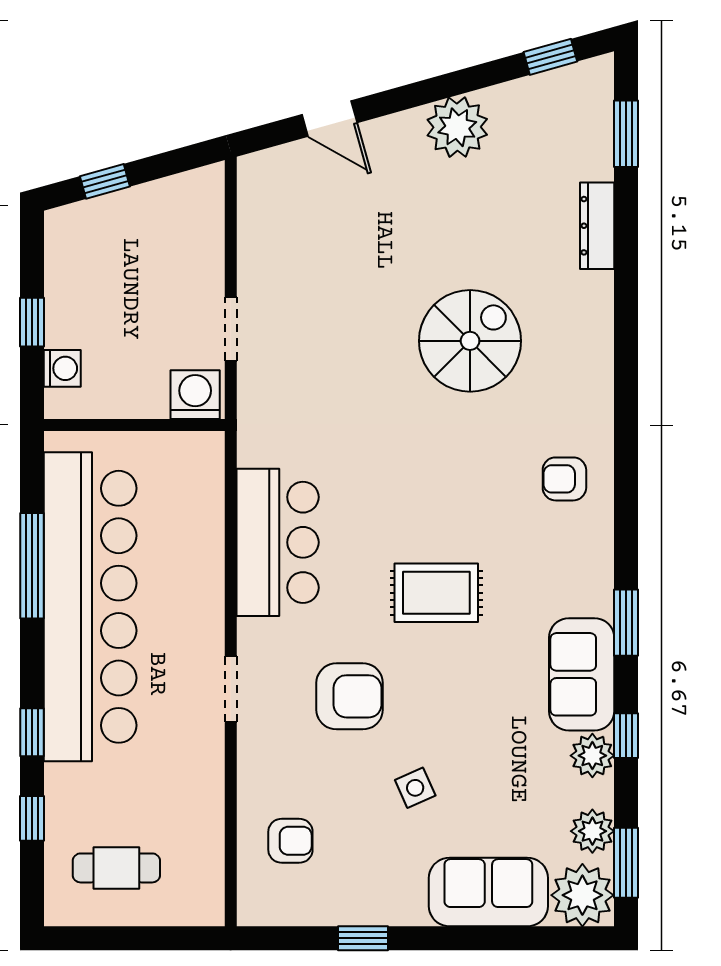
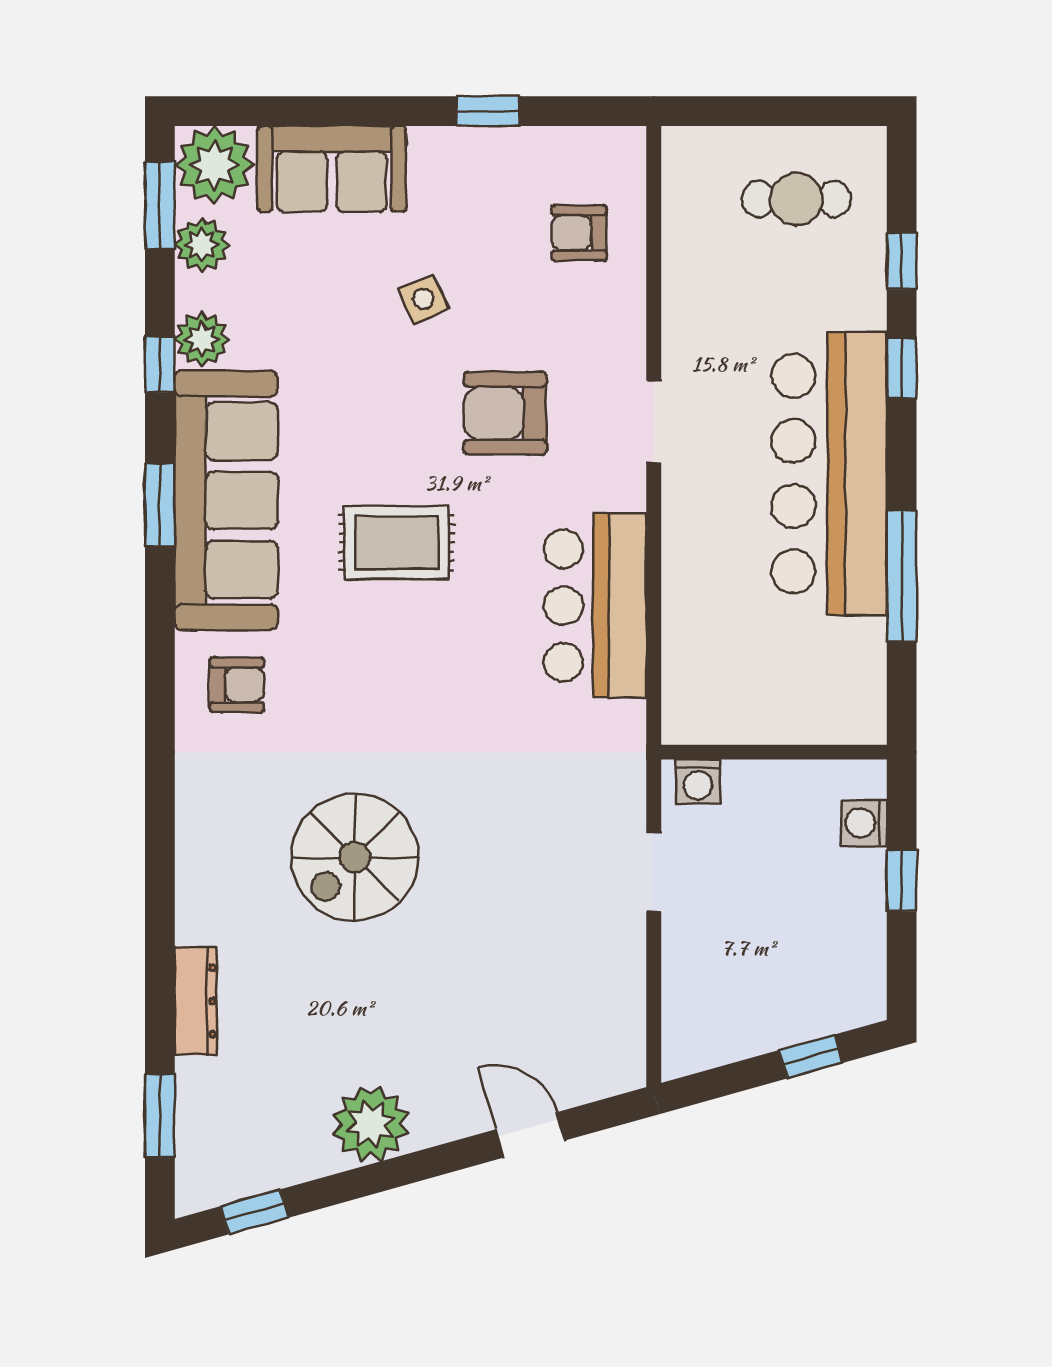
washing machine: (195, 395) -> (698, 782), width x0.73, depth x0.73
bar counter: (90, 607) -> (829, 474), width x0.73
sofa: (582, 674) -> (226, 500), width x1.85, depth x1.27

